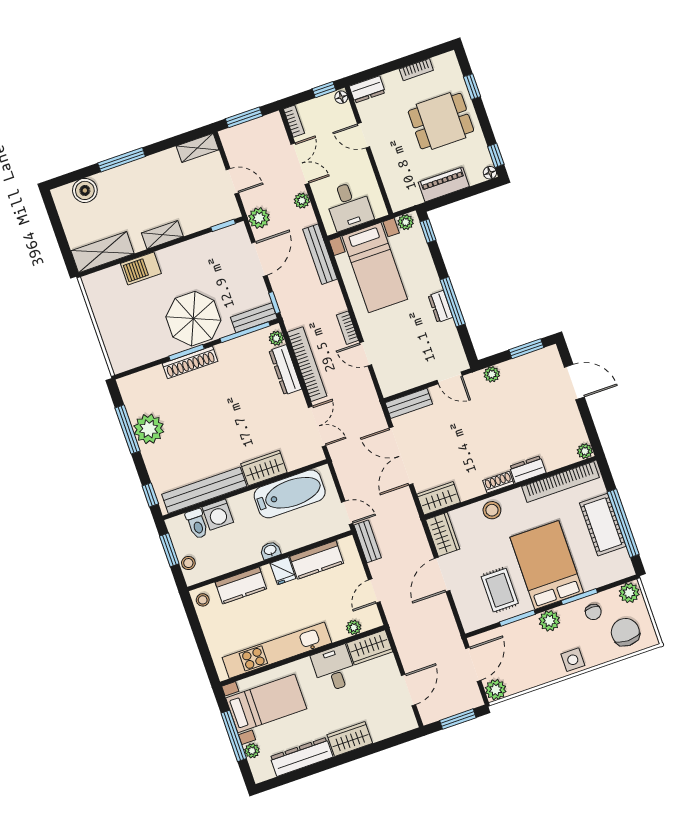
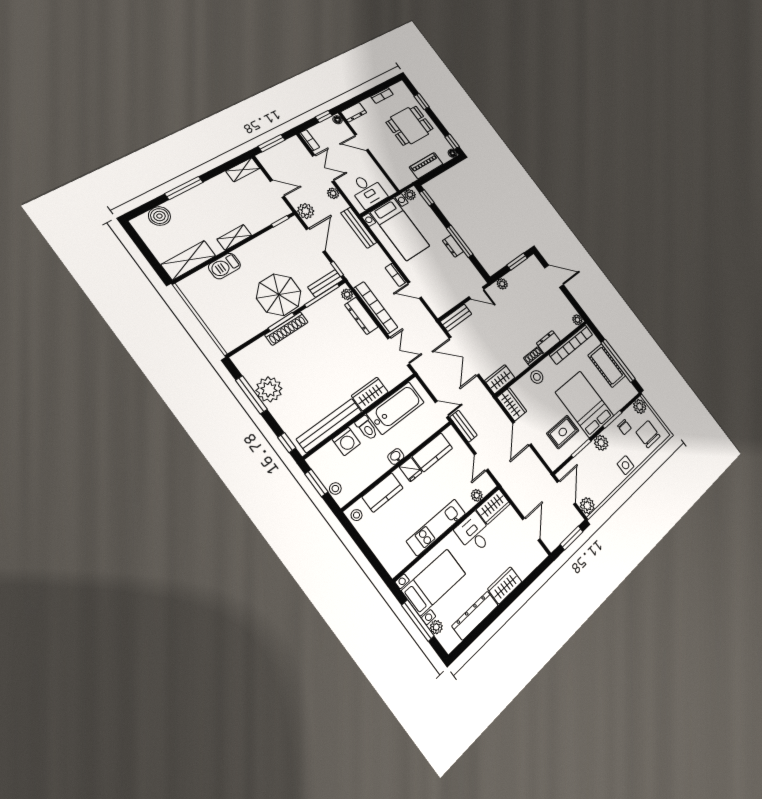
toilet: (197, 524) -> (367, 428), moved
rug: (500, 590) -> (563, 432), turned 90
kitchen unit: (277, 650) -> (436, 527), width x0.73

